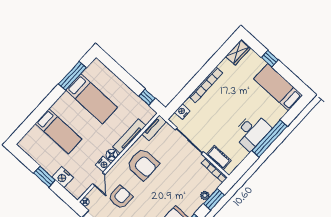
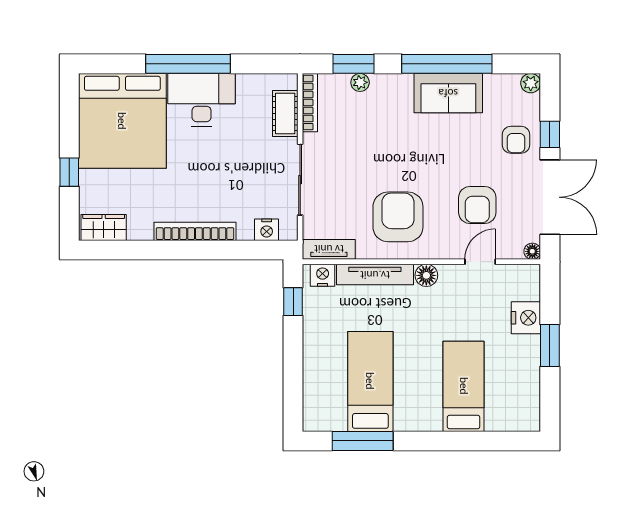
bed: (278, 87) -> (122, 121), width x2.04
nightstand: (103, 164) -> (323, 275), moved
armchair: (120, 197) -> (477, 205), turned -90

